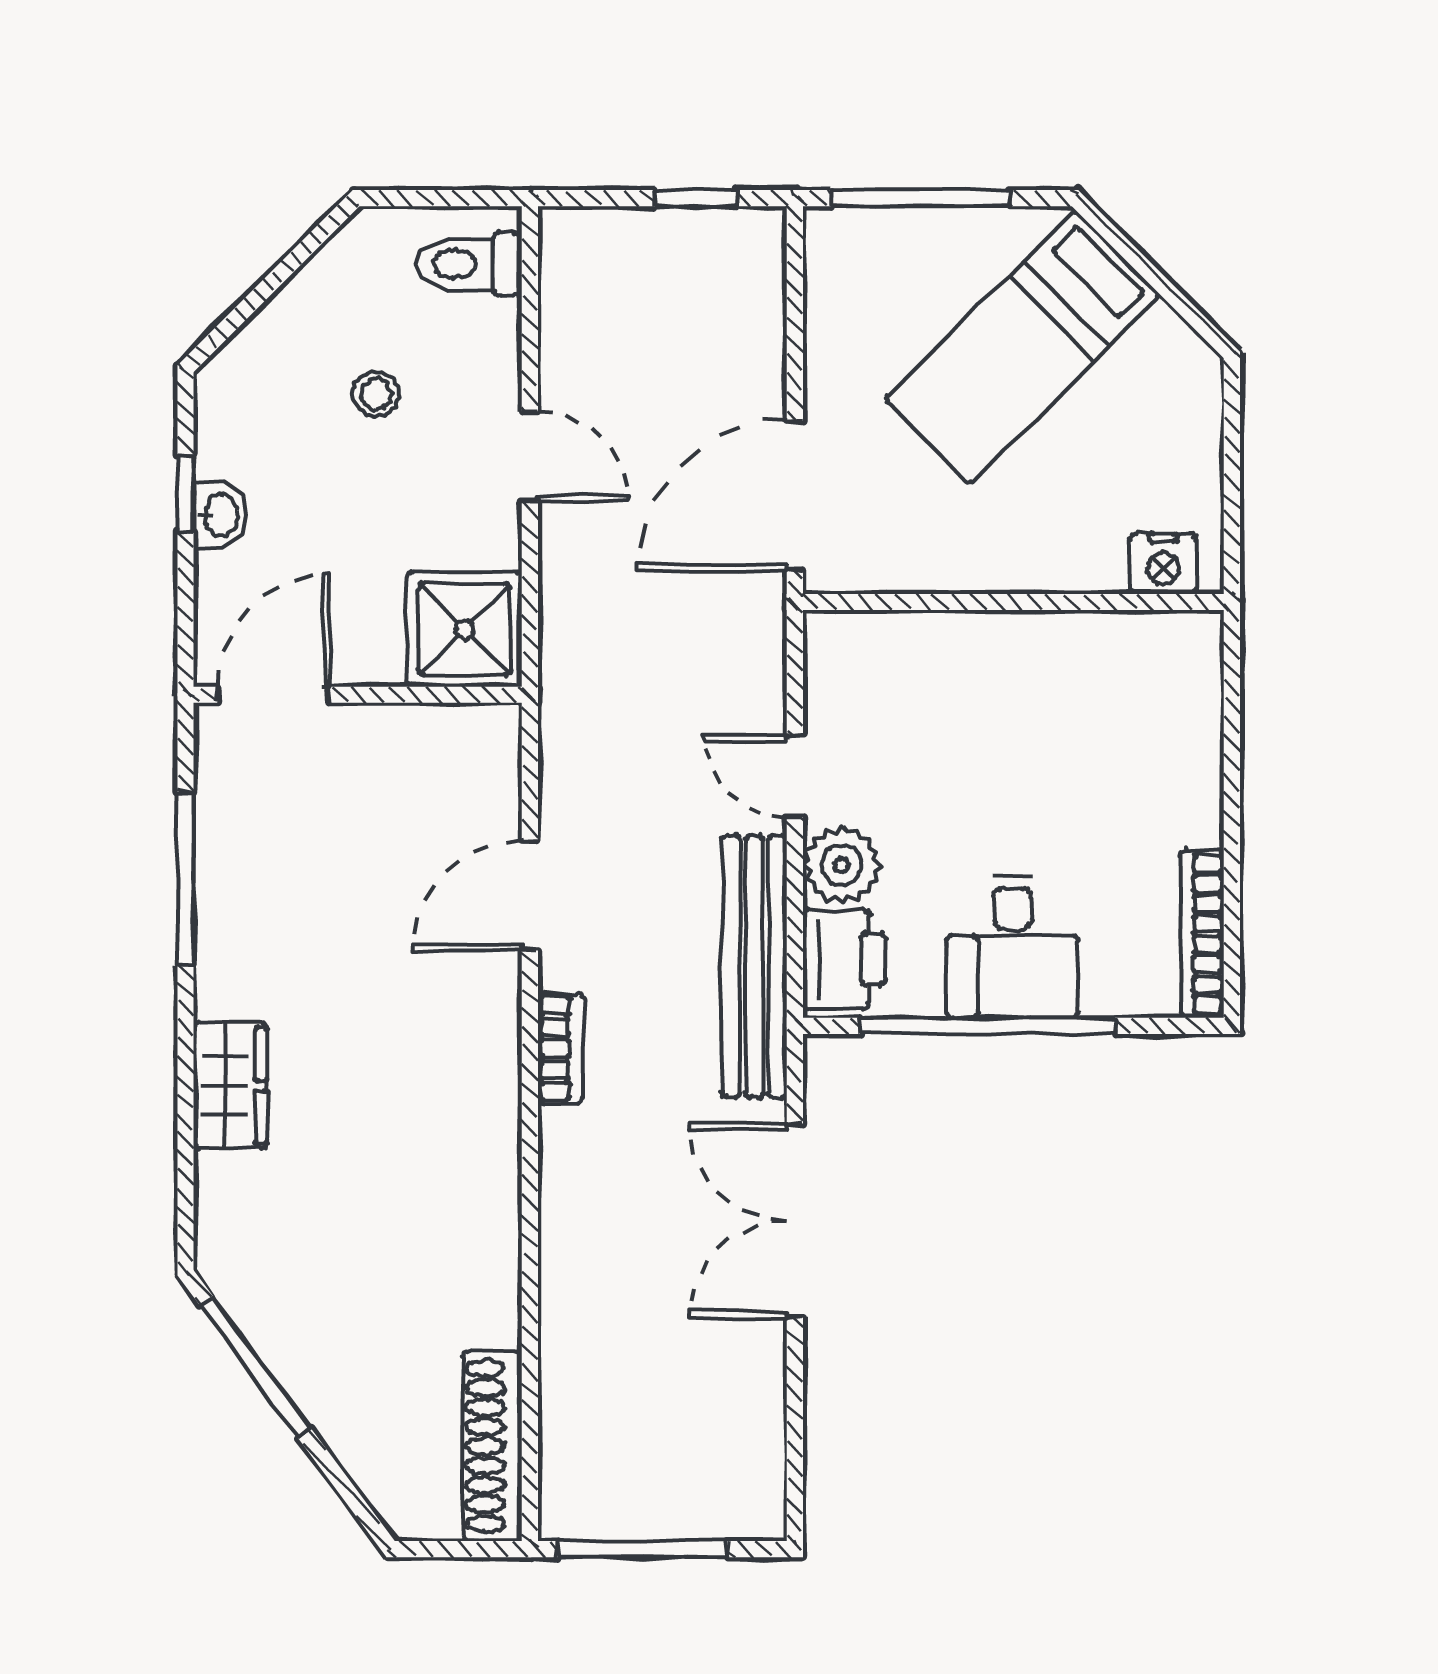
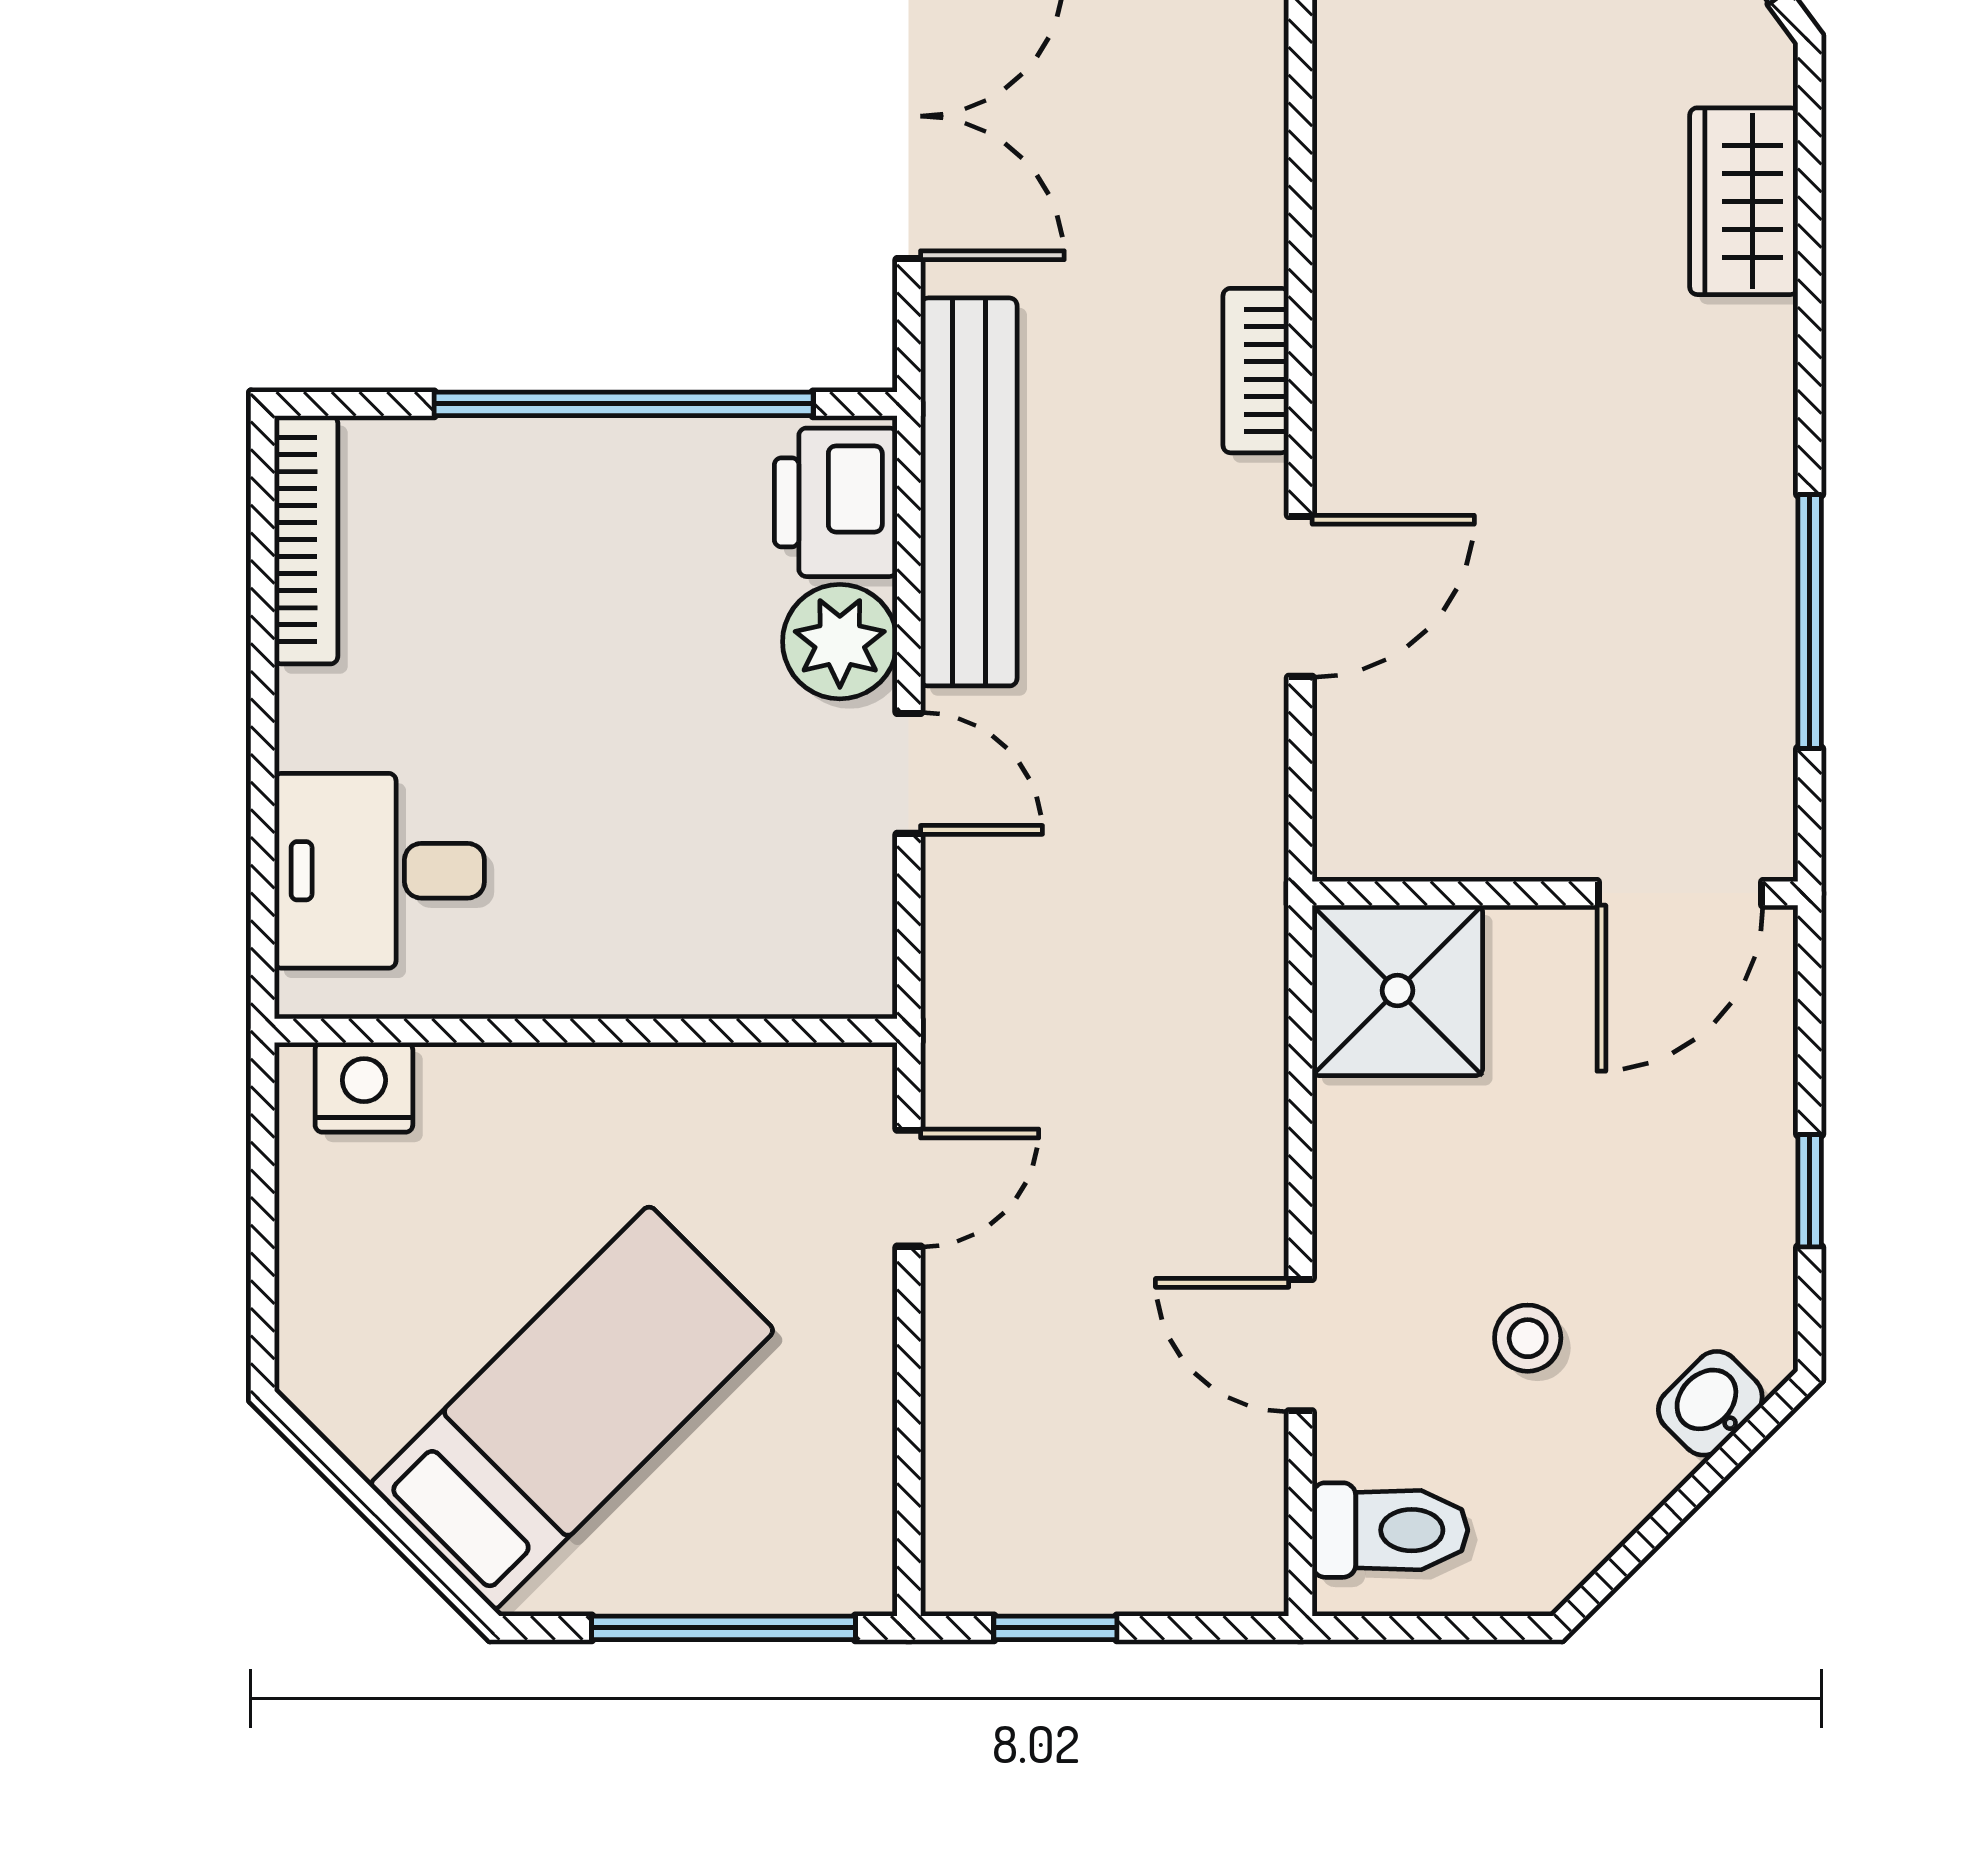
door: (530, 456) -> (1300, 1345), moved
door: (795, 495) -> (909, 1188), width x0.53
washbasin: (220, 515) -> (1710, 1403), moved, turned 45
desk: (1012, 947) -> (379, 871), moved, turned -90
wardrobe: (230, 1085) -> (1744, 201), moved

